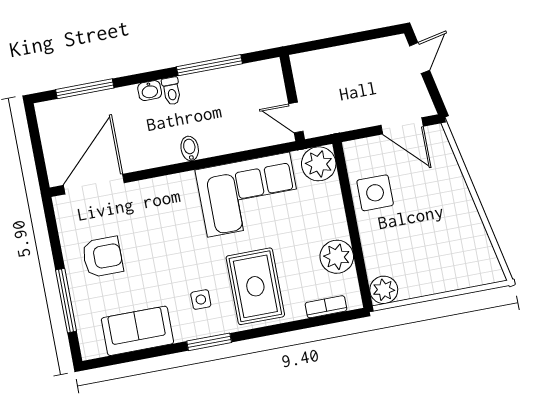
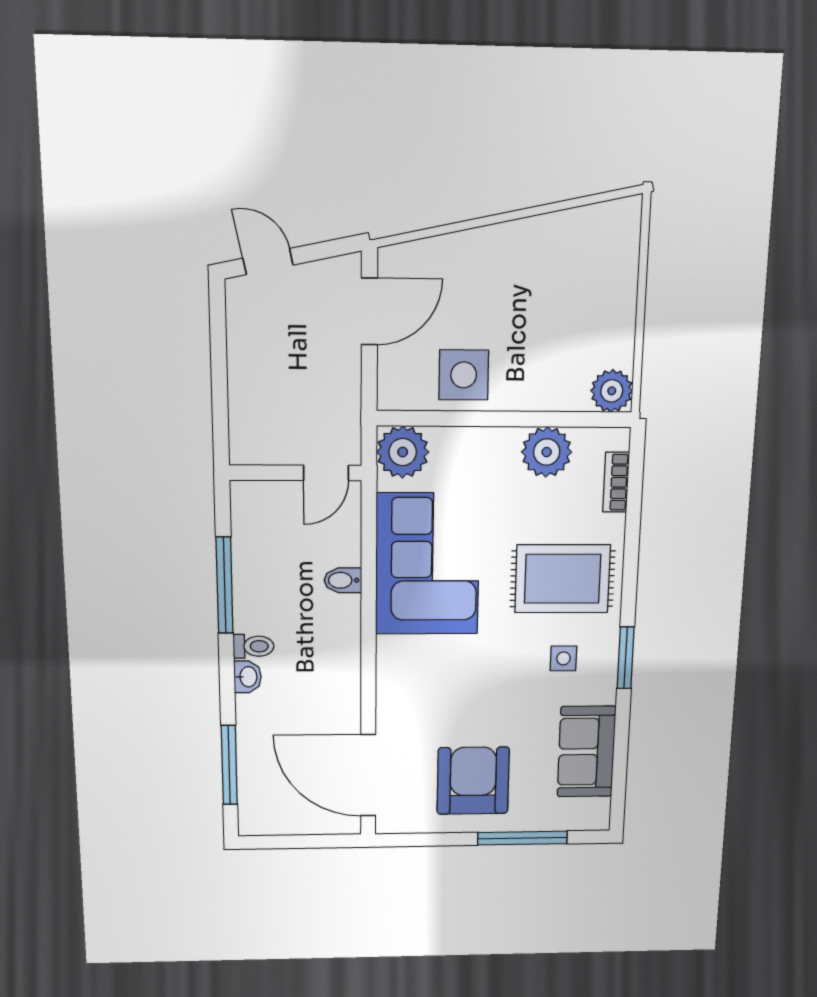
bidet: (190, 148) -> (343, 580), moved
armchair: (103, 257) -> (473, 781), width x1.36, depth x1.36

